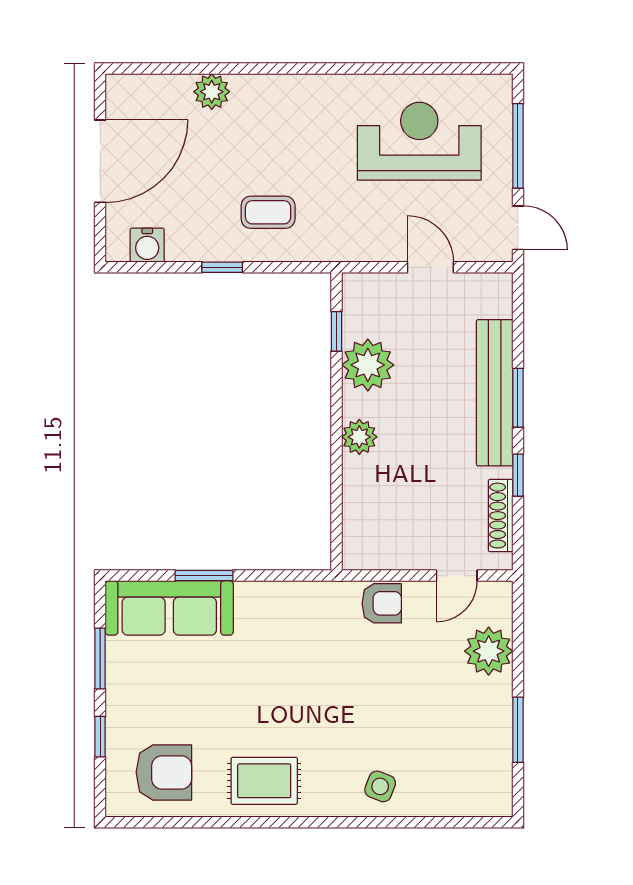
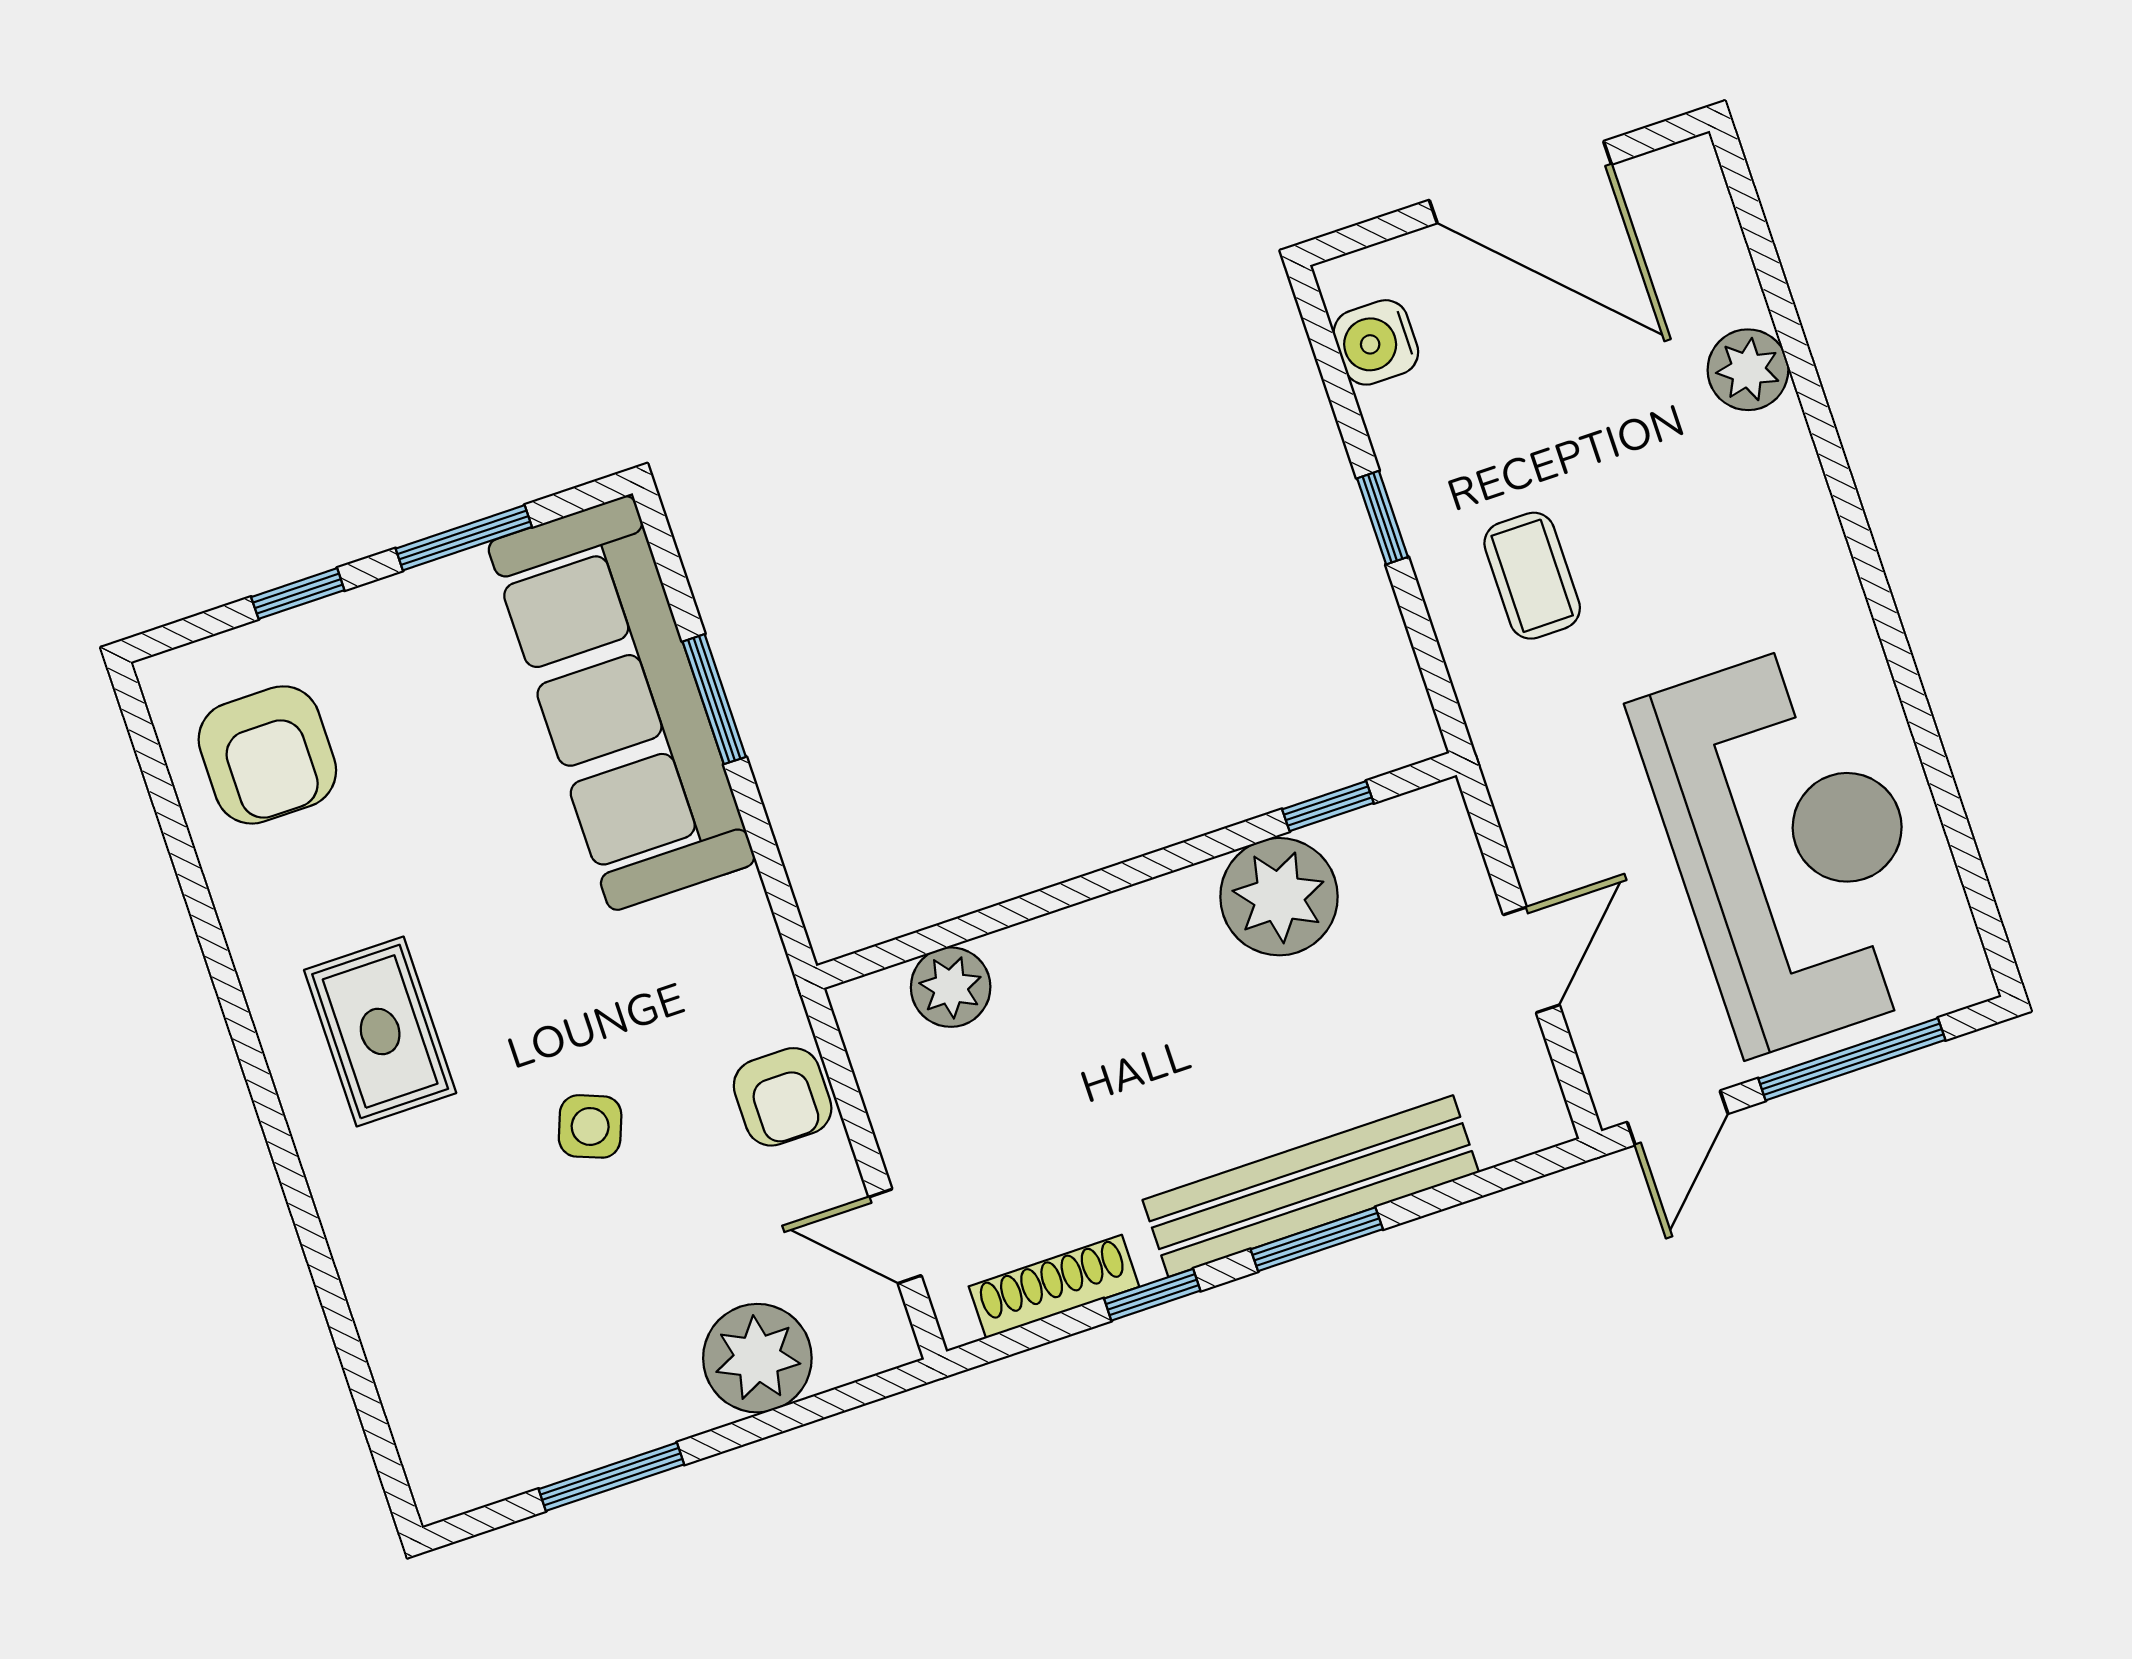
reception desk: (419, 141) -> (1791, 846), width x1.36, depth x1.30
plant: (359, 437) -> (951, 987), moved
sofa: (169, 608) -> (622, 703), width x1.36, depth x1.27
rug: (264, 781) -> (380, 1032), moved
side table: (380, 786) -> (590, 1126), moved

